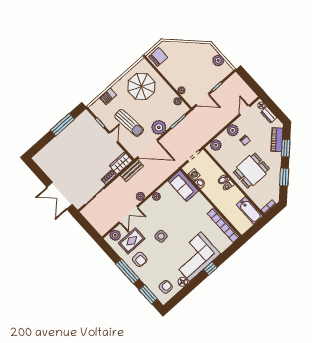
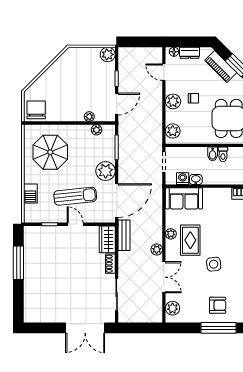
plant: (218, 60) -> (108, 54), moved
rug: (132, 241) -> (190, 240), moved

